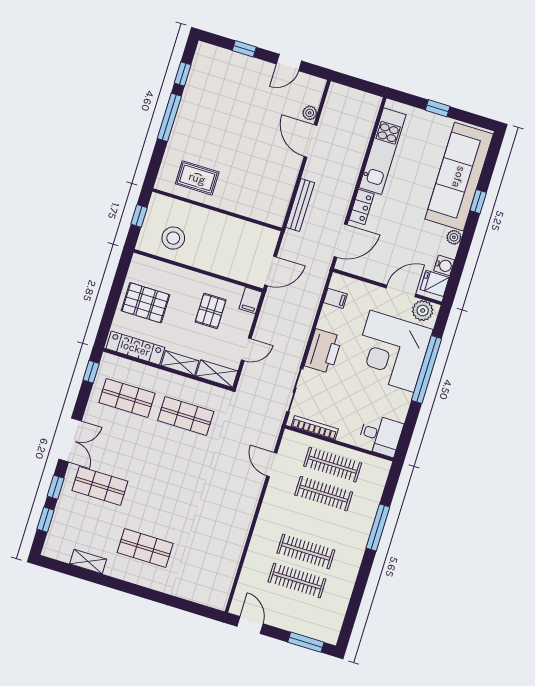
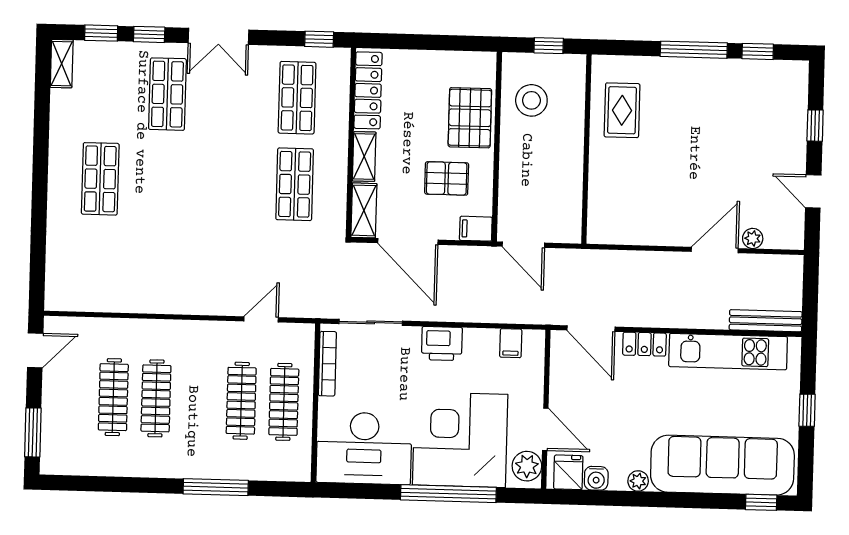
window: (478, 202) -> (761, 502), moved
bench: (300, 205) -> (766, 321), moved
pallet: (146, 303) -> (470, 118), moved
door: (246, 349) -> (408, 241), width x1.87
printer: (323, 351) -> (442, 344), width x0.73, depth x0.84
desk: (380, 435) -> (364, 448), width x1.87, depth x1.30
shelving: (88, 561) -> (62, 64), moved

